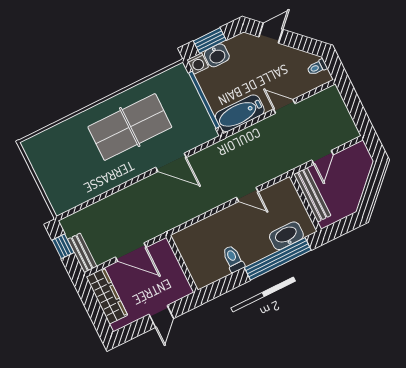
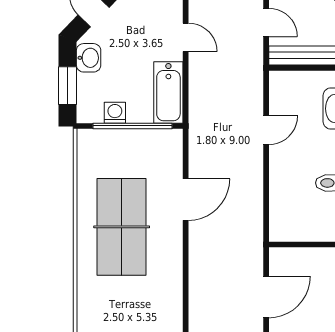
washbasin: (217, 55) -> (89, 58), moved
washing machine: (198, 63) -> (115, 113), moved, turned -90
door: (284, 106) -> (186, 37), swing flipped

